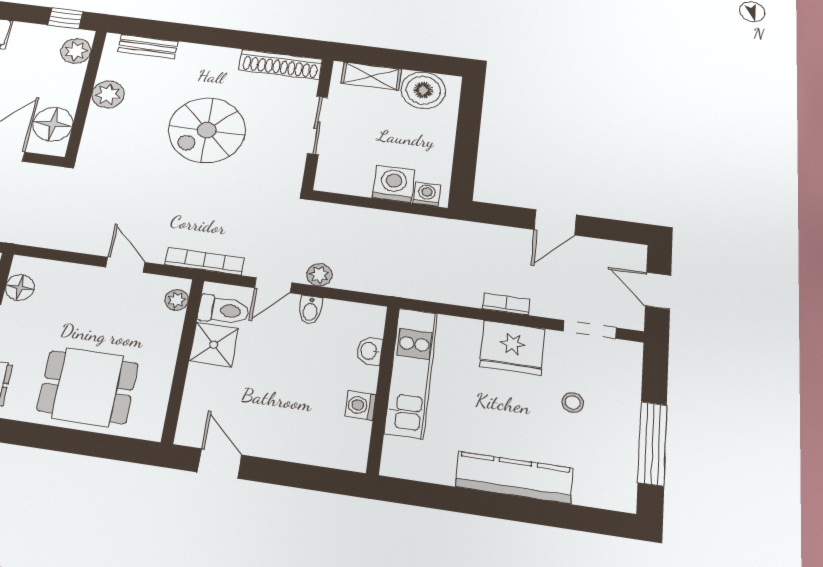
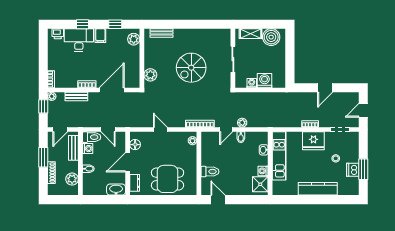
window: (65, 18) -> (115, 24), moved
shoe rack: (281, 65) -> (215, 33), removed
plant: (108, 94) -> (150, 75), moved
floor lamp: (53, 124) -> (132, 74), removed
washing machine: (427, 194) -> (252, 83), moved
door: (125, 265) -> (160, 129), moved
door: (658, 291) -> (363, 110), hinge flipped
toilet: (224, 310) -> (210, 172), moved
shower: (214, 345) -> (260, 184), moved
dishwasher: (621, 441) -> (353, 170), added
window: (652, 443) -> (363, 169), width x0.69

